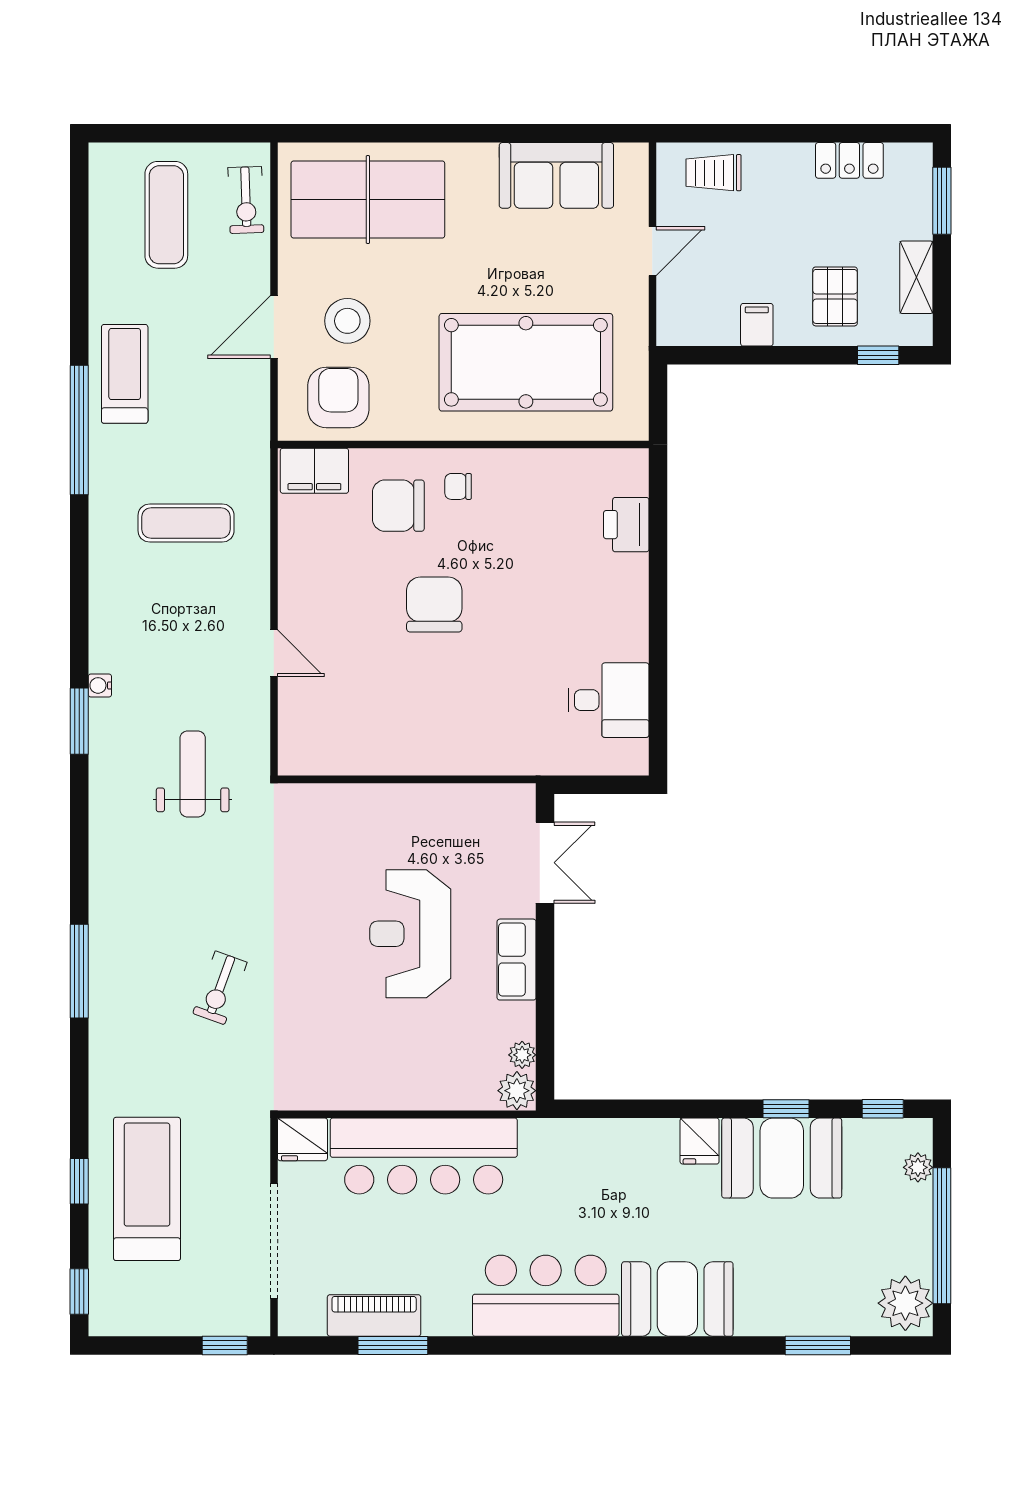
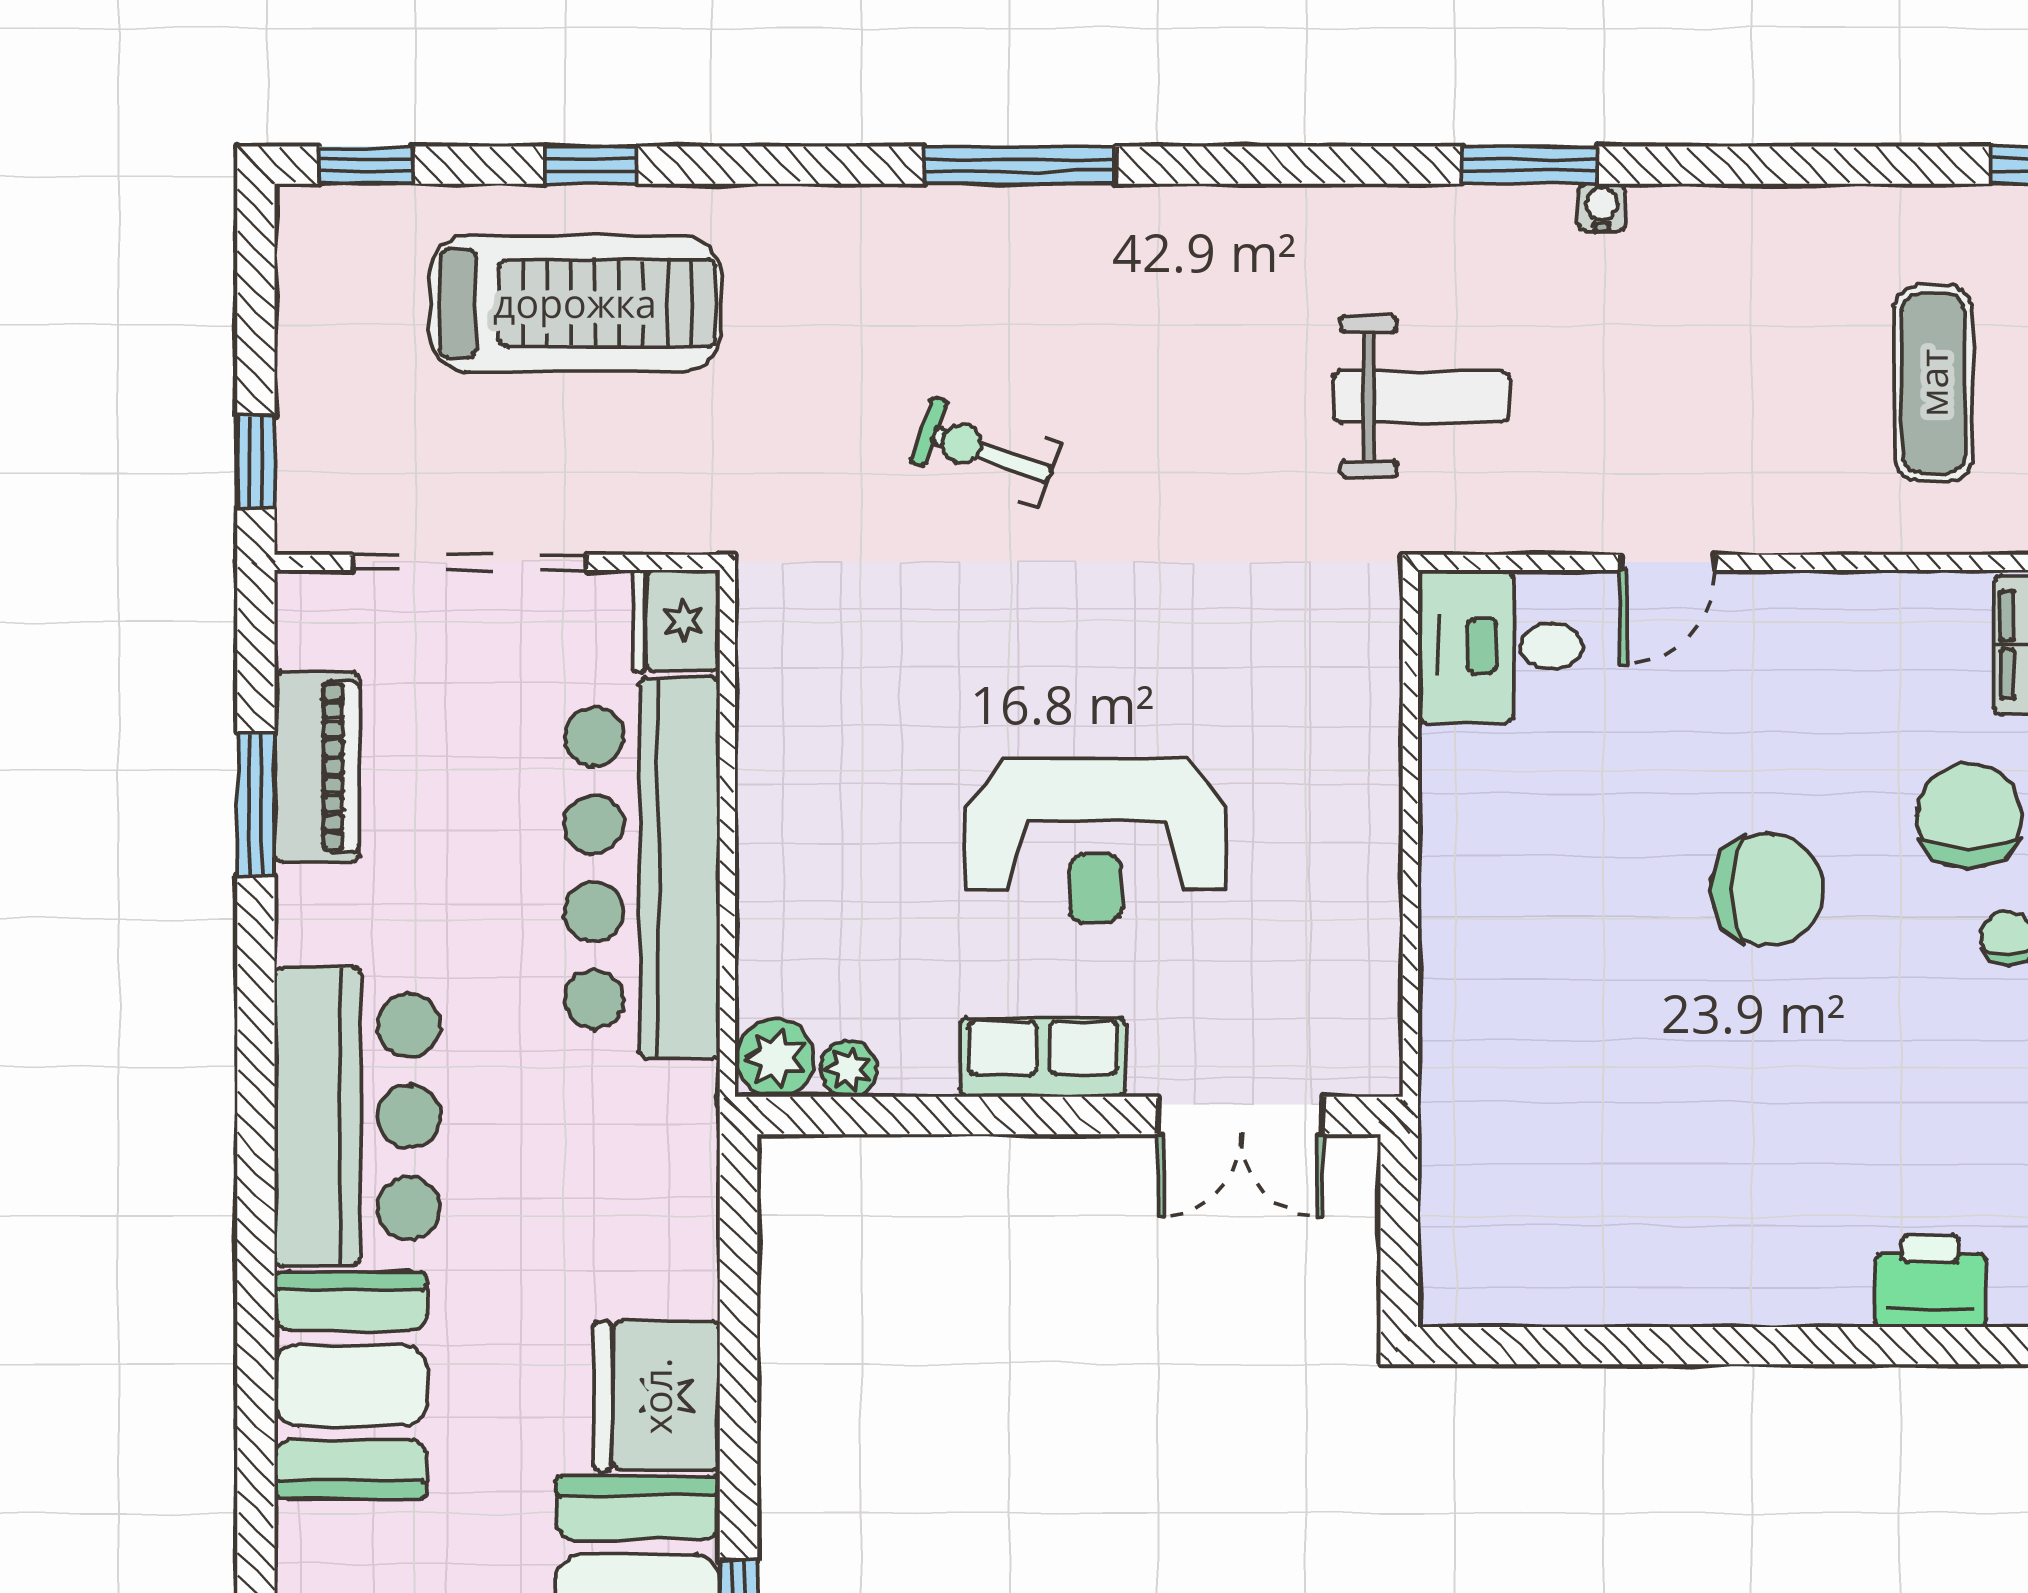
desk: (608, 700) -> (1500, 646), moved, turned 90
reception desk: (410, 934) -> (1096, 840), turned 180
fridge: (700, 1141) -> (657, 1396), width x1.88, depth x1.34

